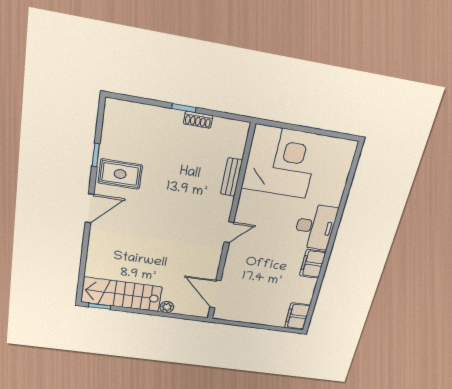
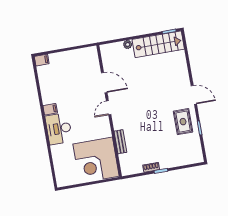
rug: (120, 174) -> (183, 122), turned 90
door: (90, 208) -> (194, 95), swing flipped
filing cabinet: (313, 264) -> (50, 109), width x0.50
door: (215, 294) -> (104, 83), moved
filing cabinet: (297, 316) -> (42, 60), width x0.50

